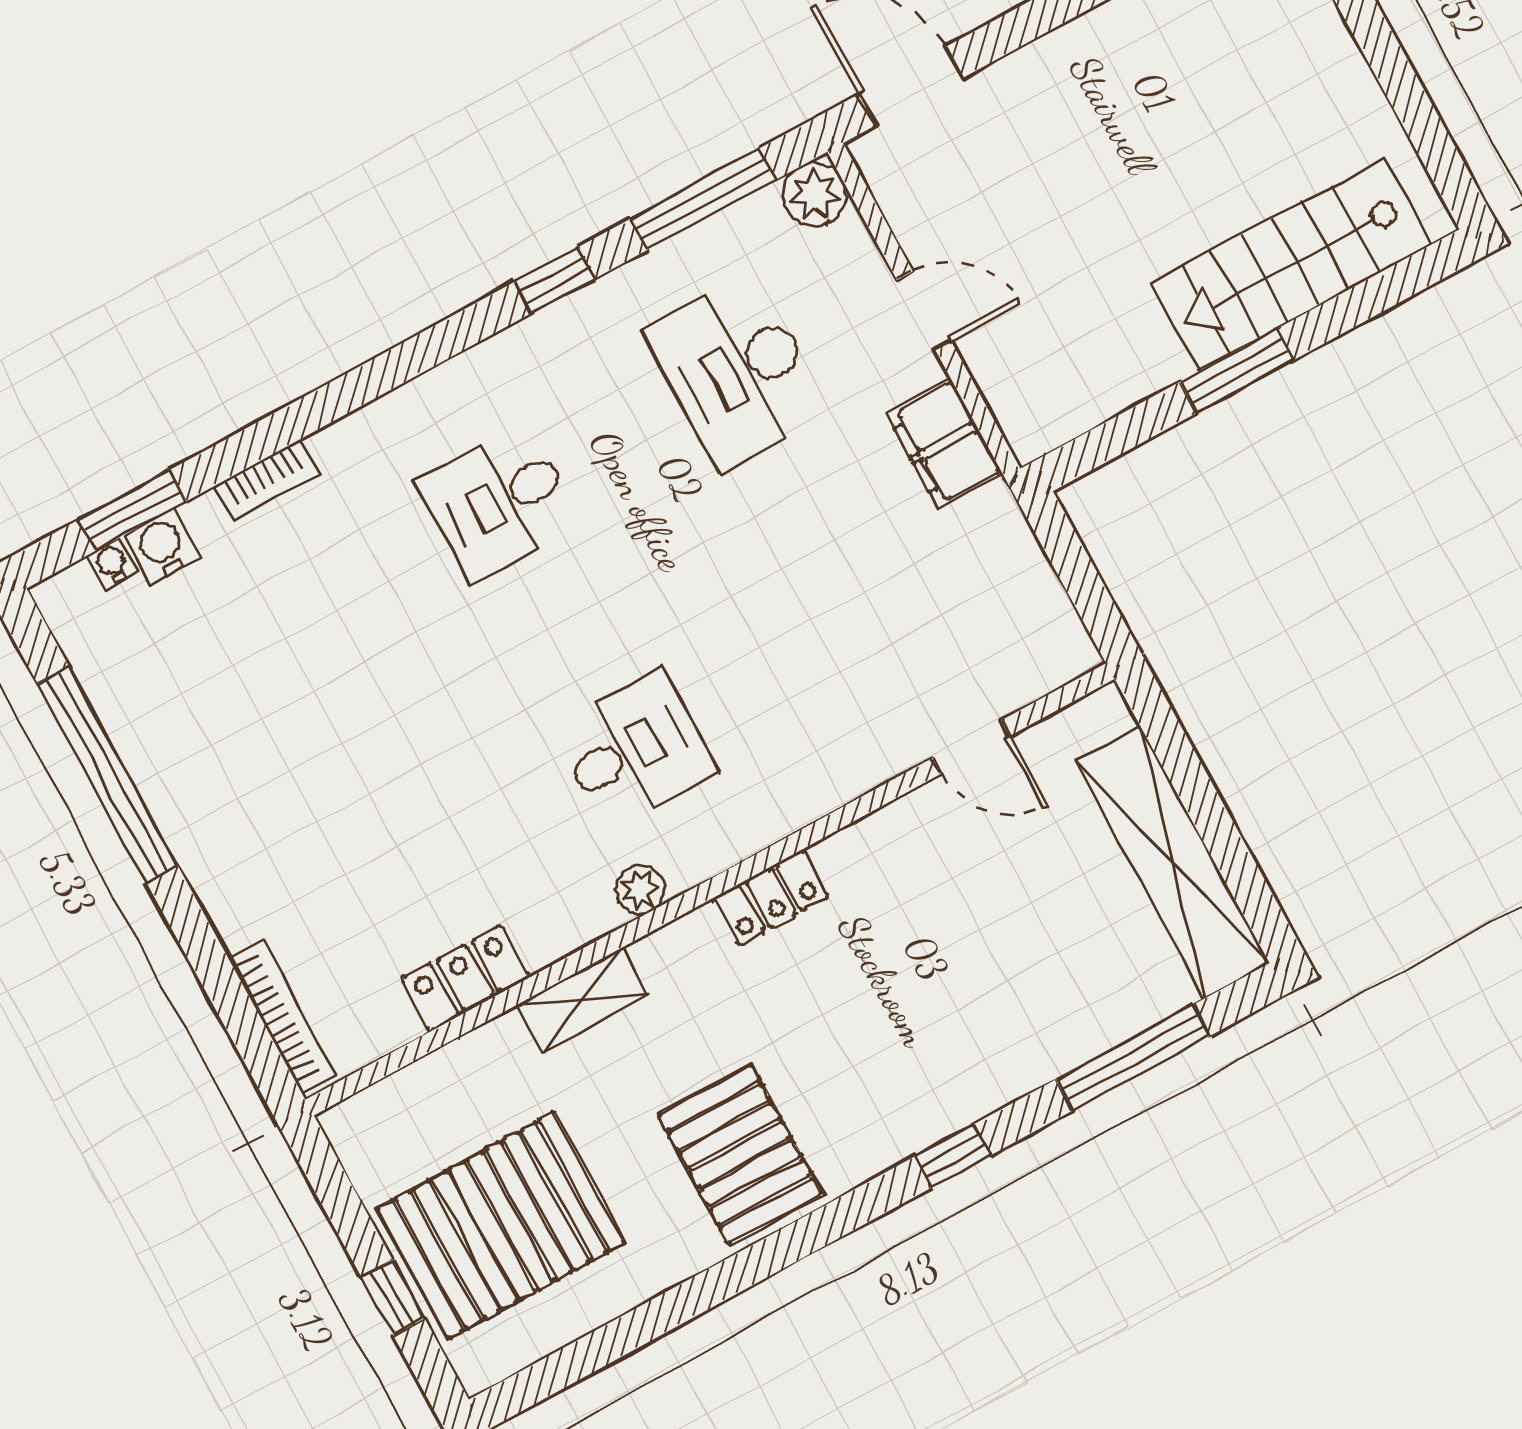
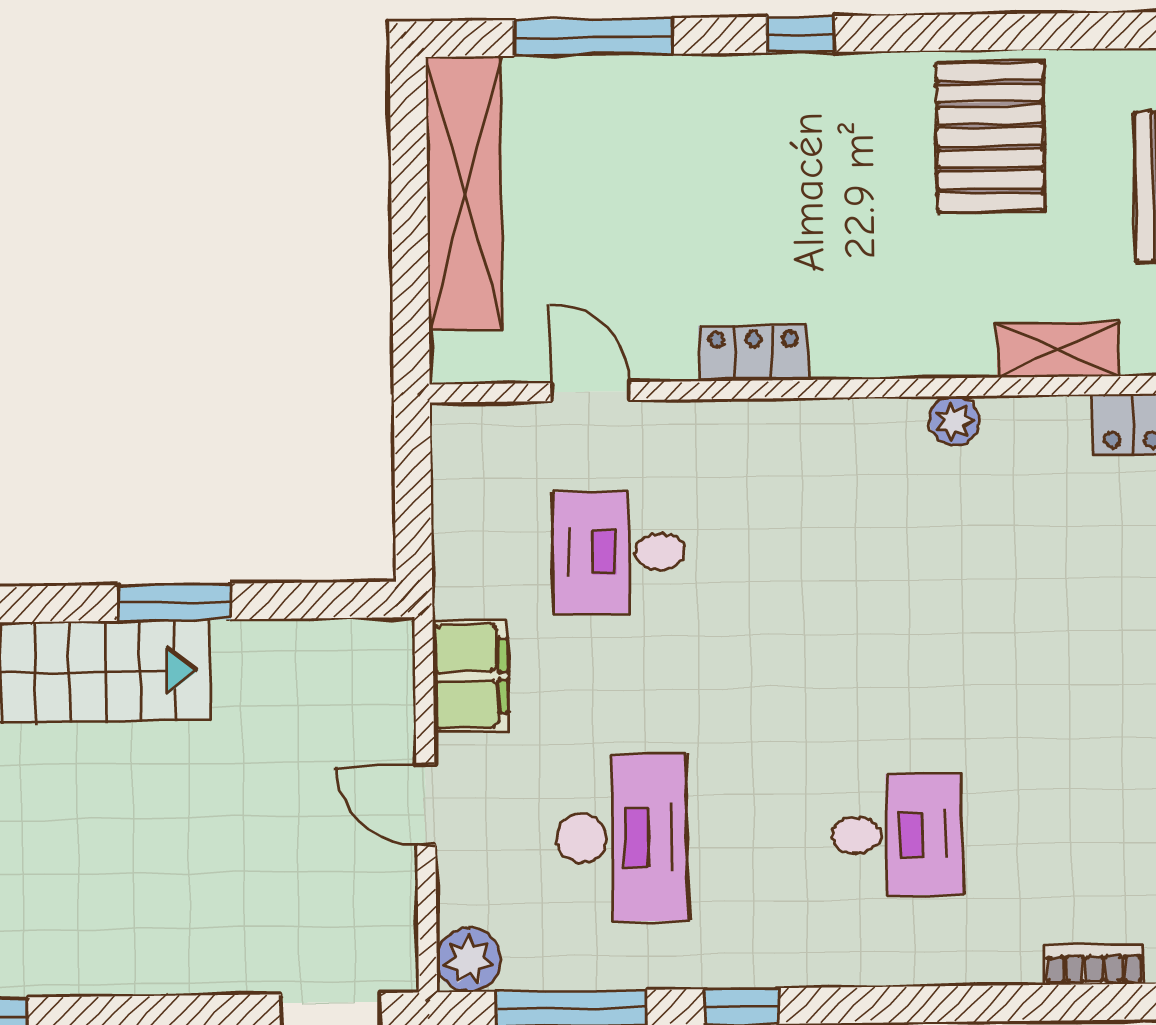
desk: (634, 750) -> (619, 552), moved
locker: (771, 898) -> (753, 353), moved

